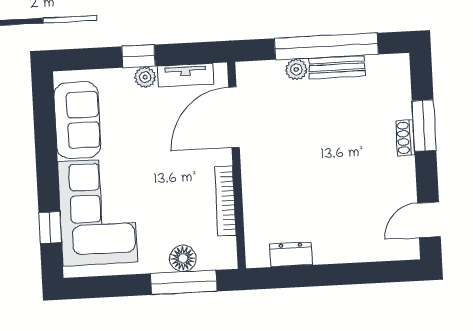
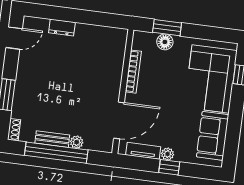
shoe rack: (405, 138) -> (14, 130), moved
dresser: (291, 254) -> (62, 28), moved
window: (184, 282) -> (167, 28), width x0.69

